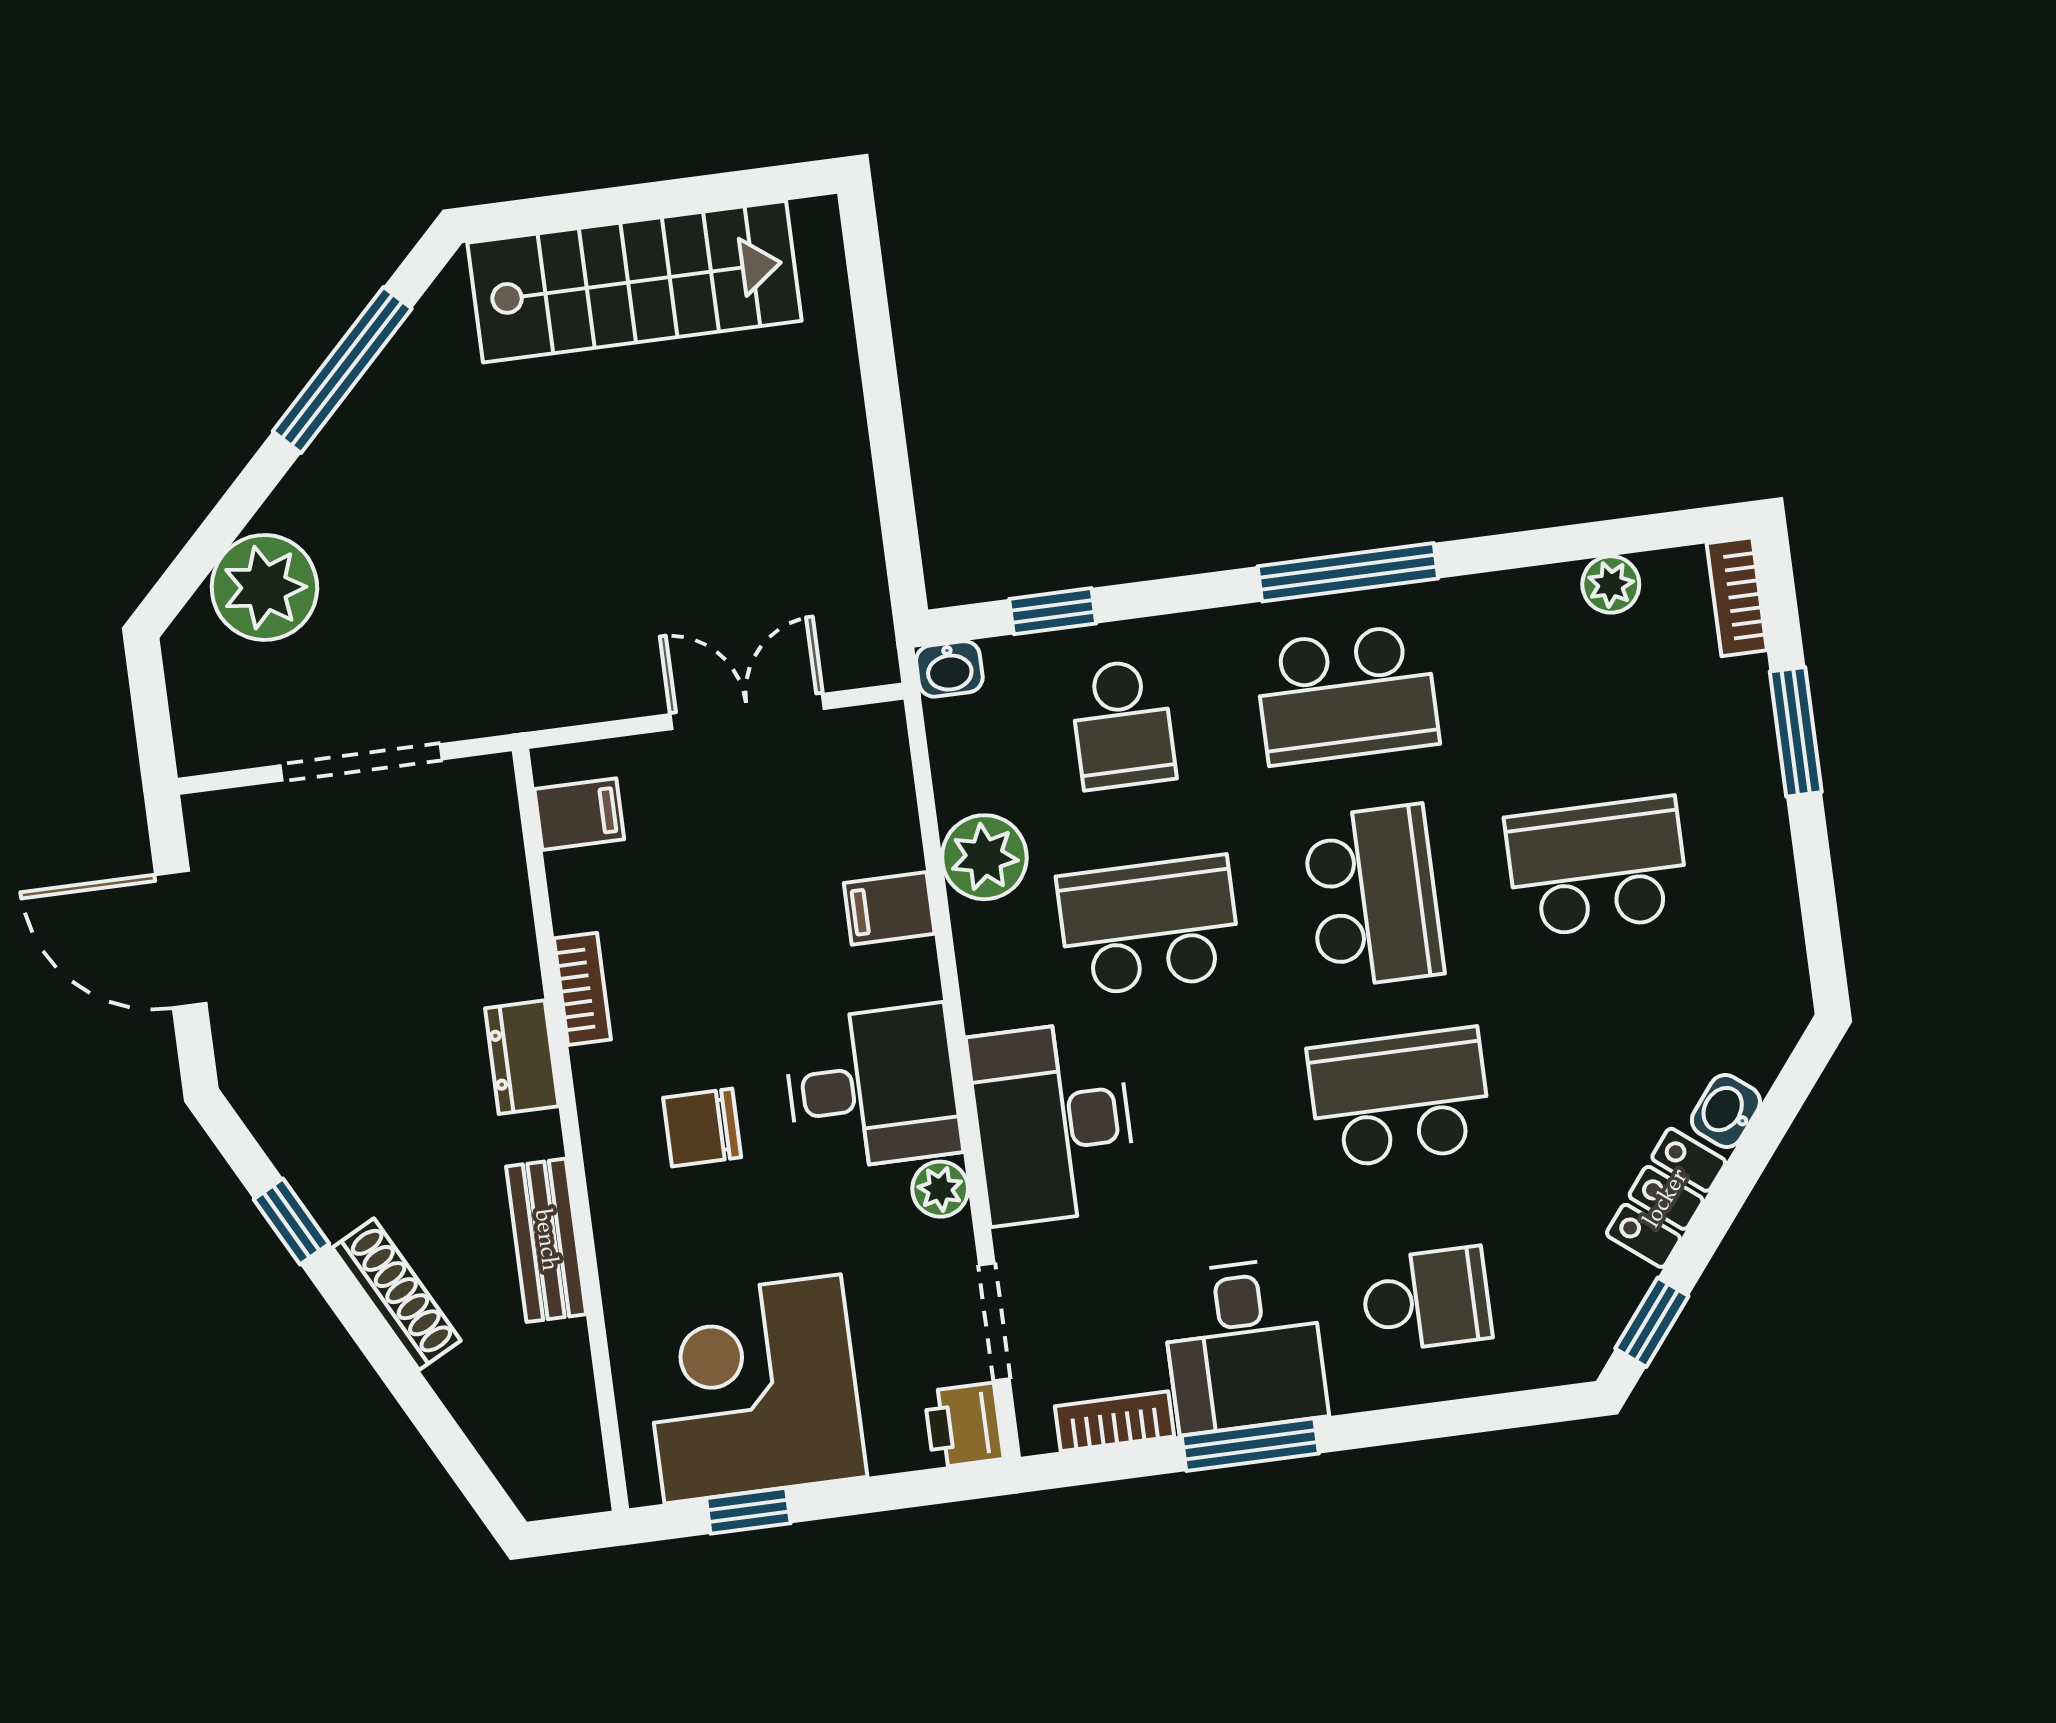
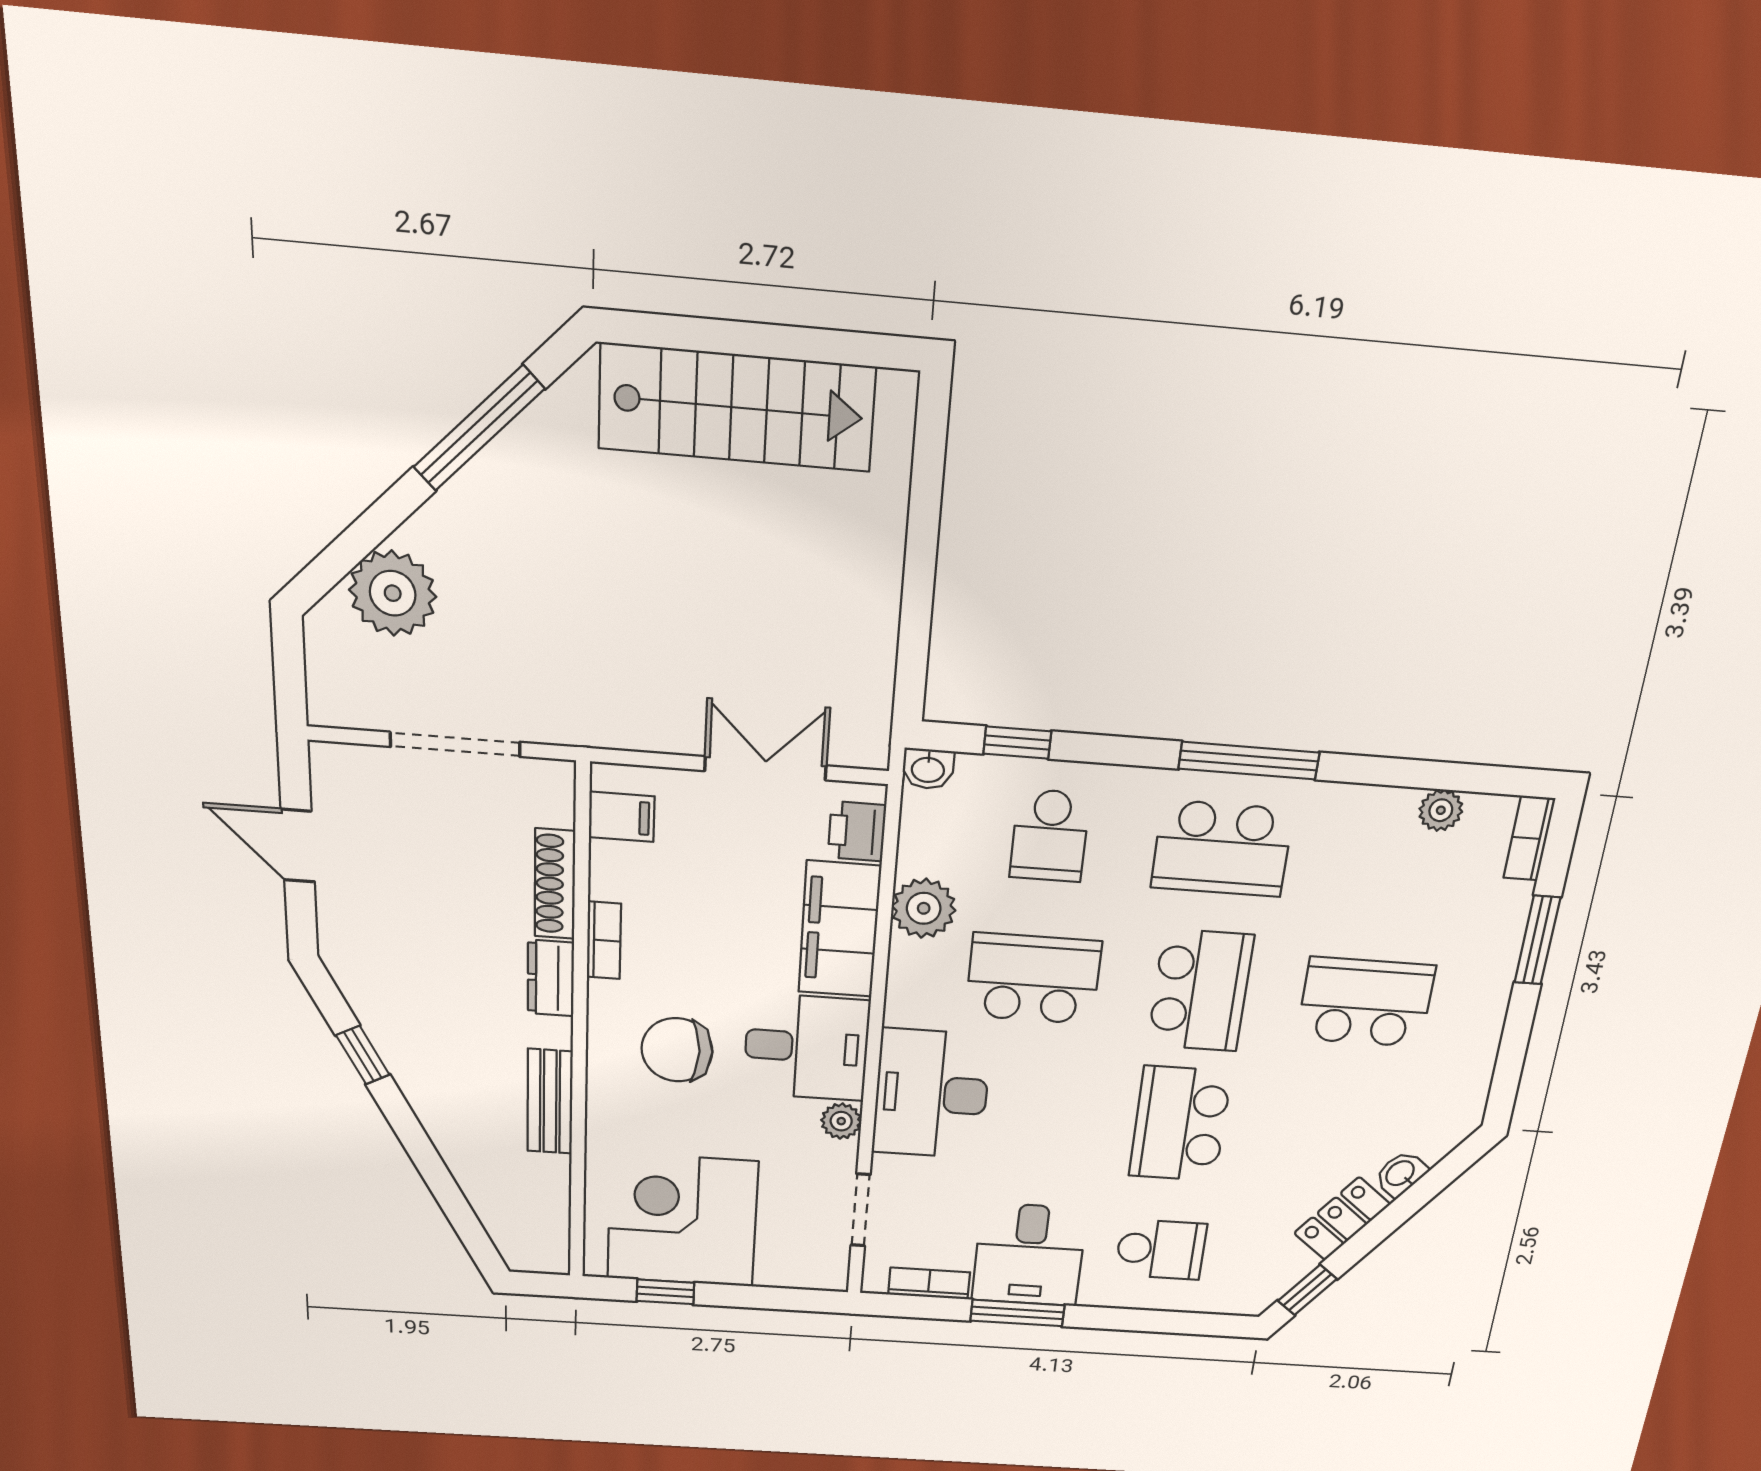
filing cabinet: (889, 908) -> (840, 929), width x3.00, depth x1.17
door: (181, 939) -> (298, 846), width x0.73
school desk: (1400, 1098) -> (1180, 1124), turned -90
chair: (702, 1128) -> (677, 1050), width x1.37, depth x1.37
shoe rack: (396, 1294) -> (555, 884), moved, turned -152
printer: (964, 1425) -> (857, 831), moved

